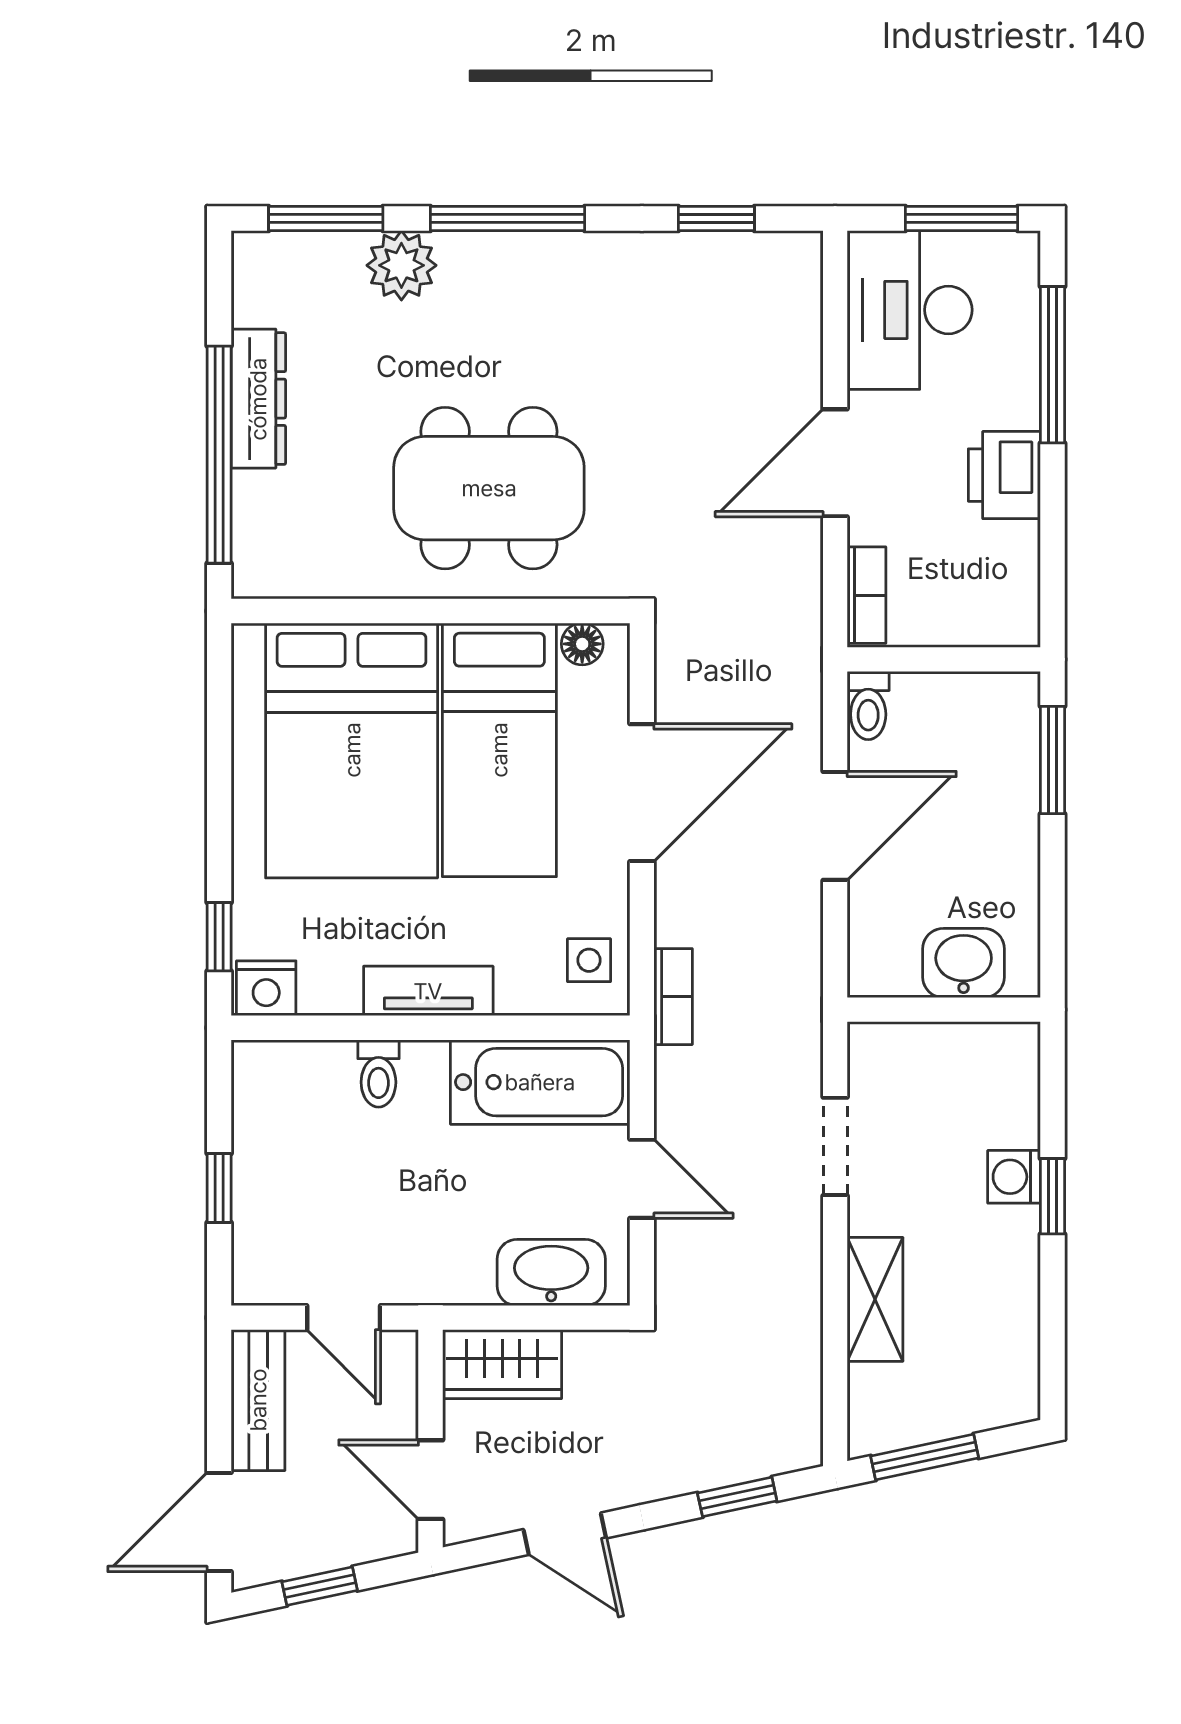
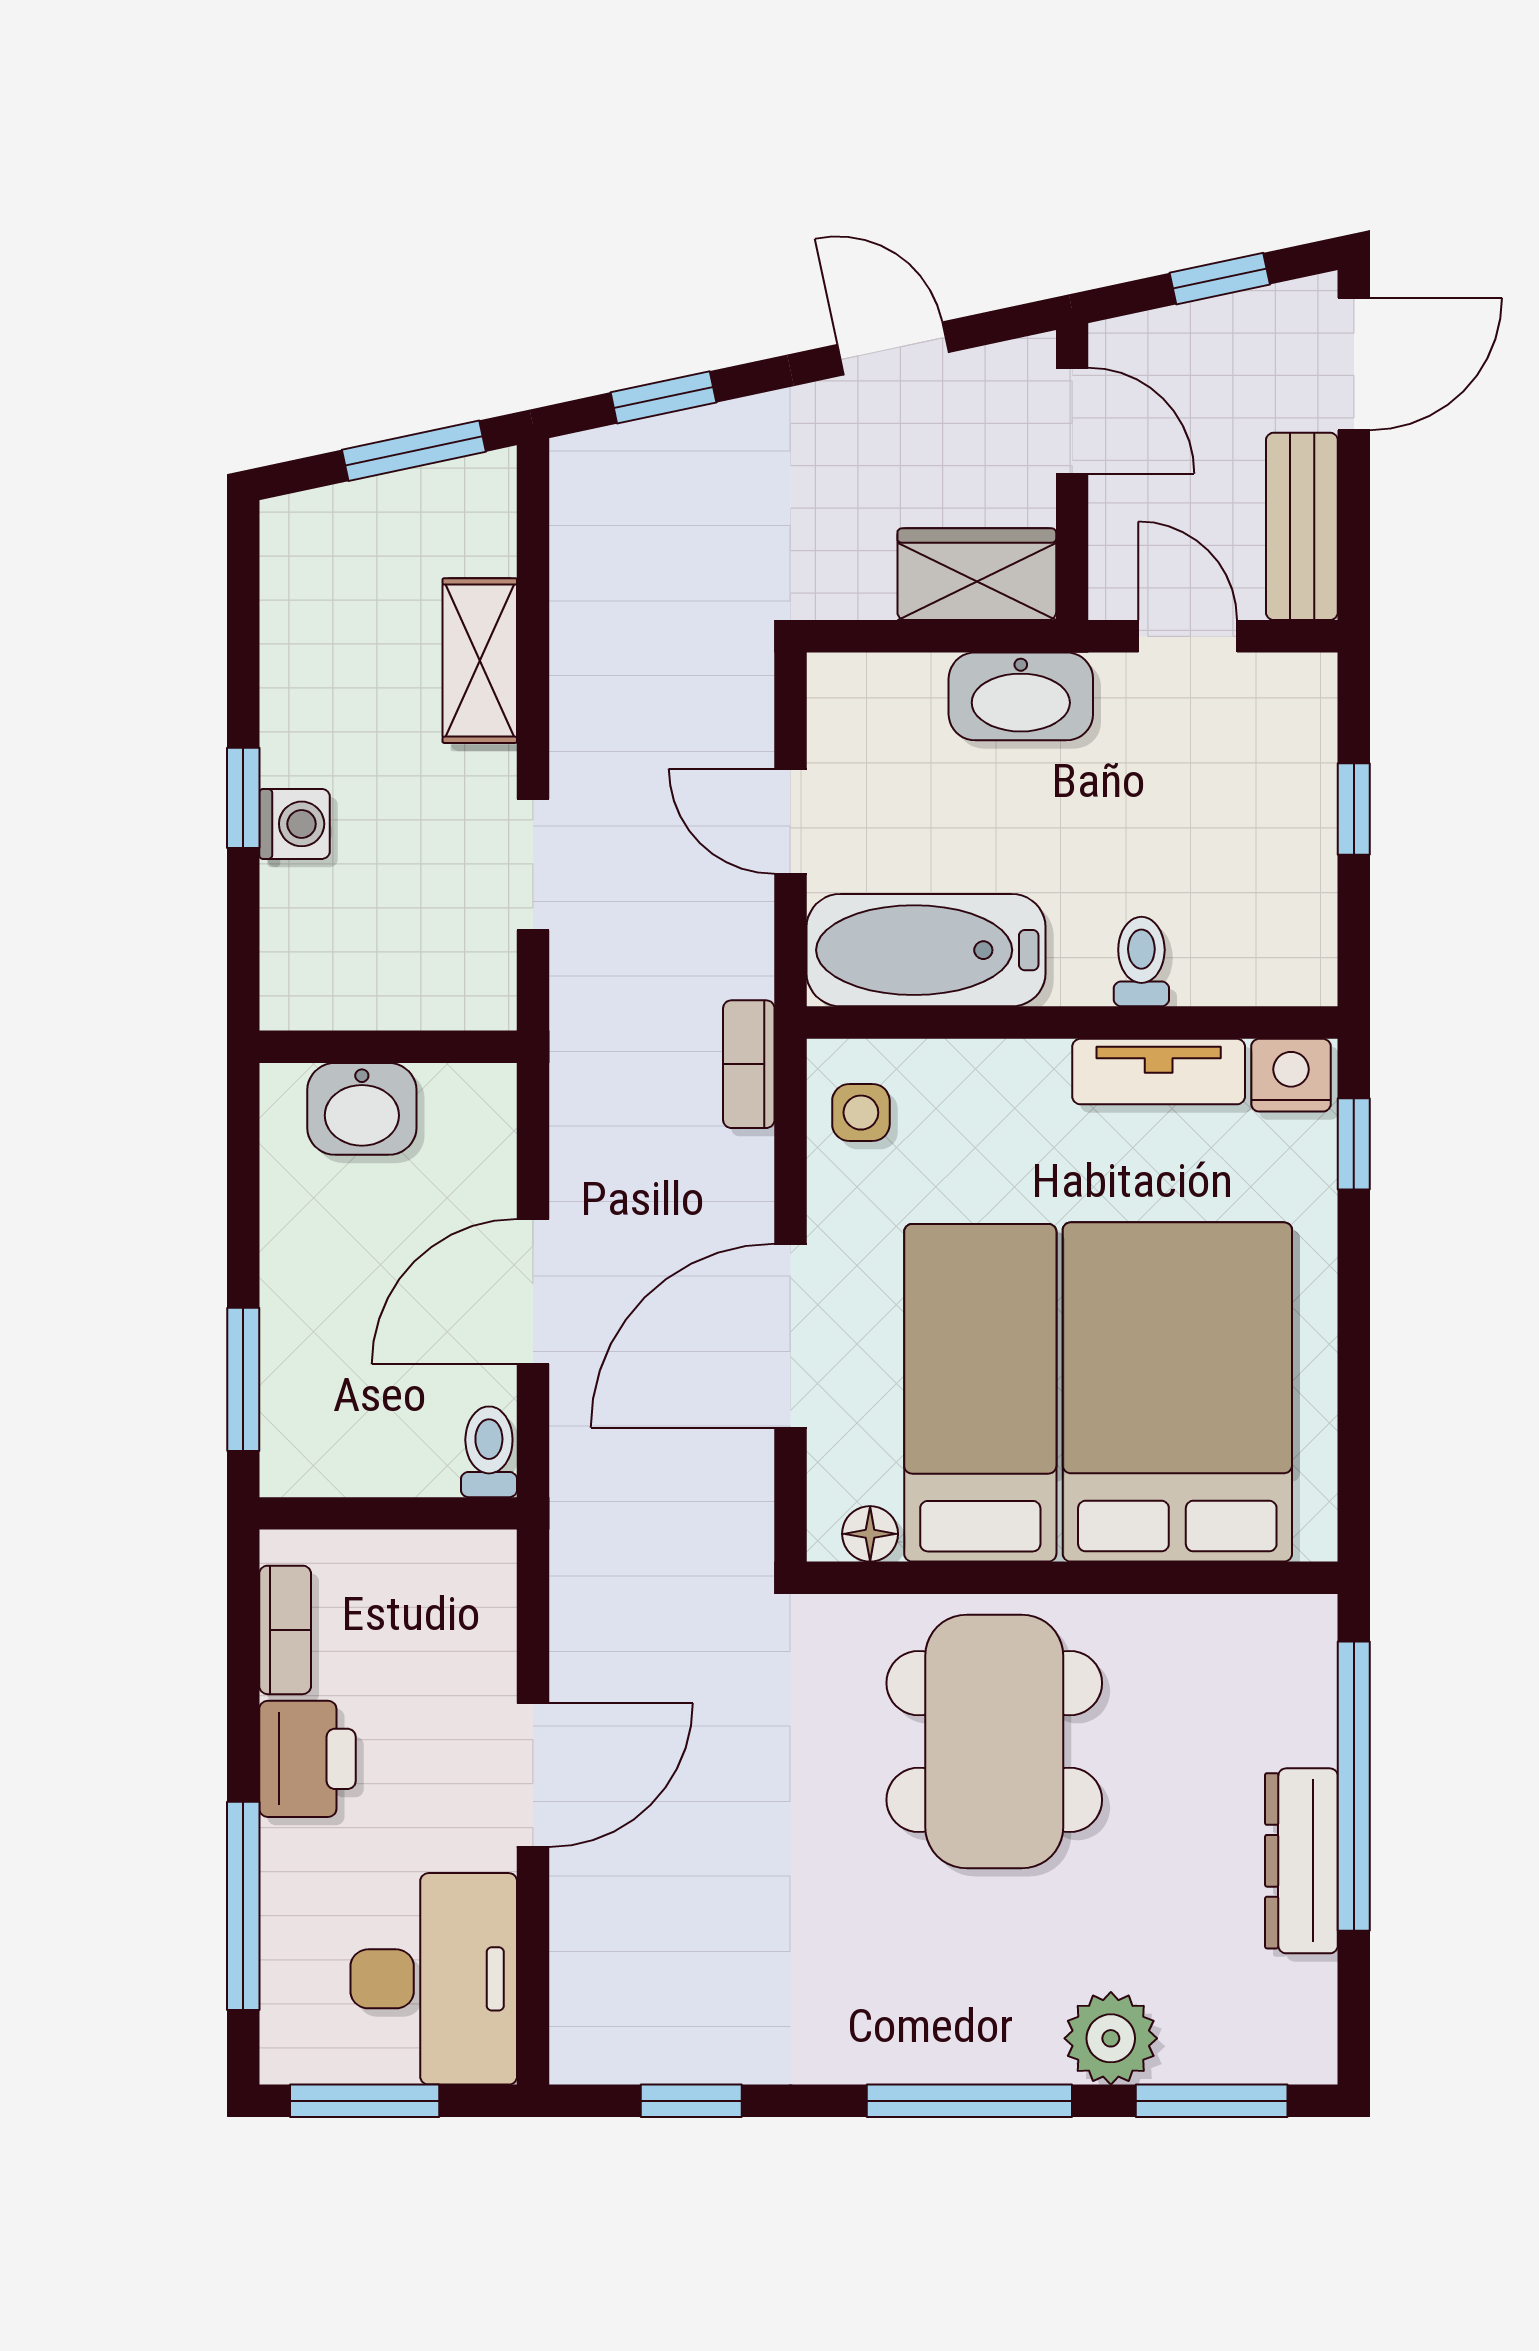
dining table: (489, 488) -> (994, 1742), turned 90
bookcase: (867, 595) -> (285, 1630), moved, turned 180
tv unit: (428, 991) -> (1159, 1072), moved
washbasin: (551, 1273) -> (1021, 696), moved

